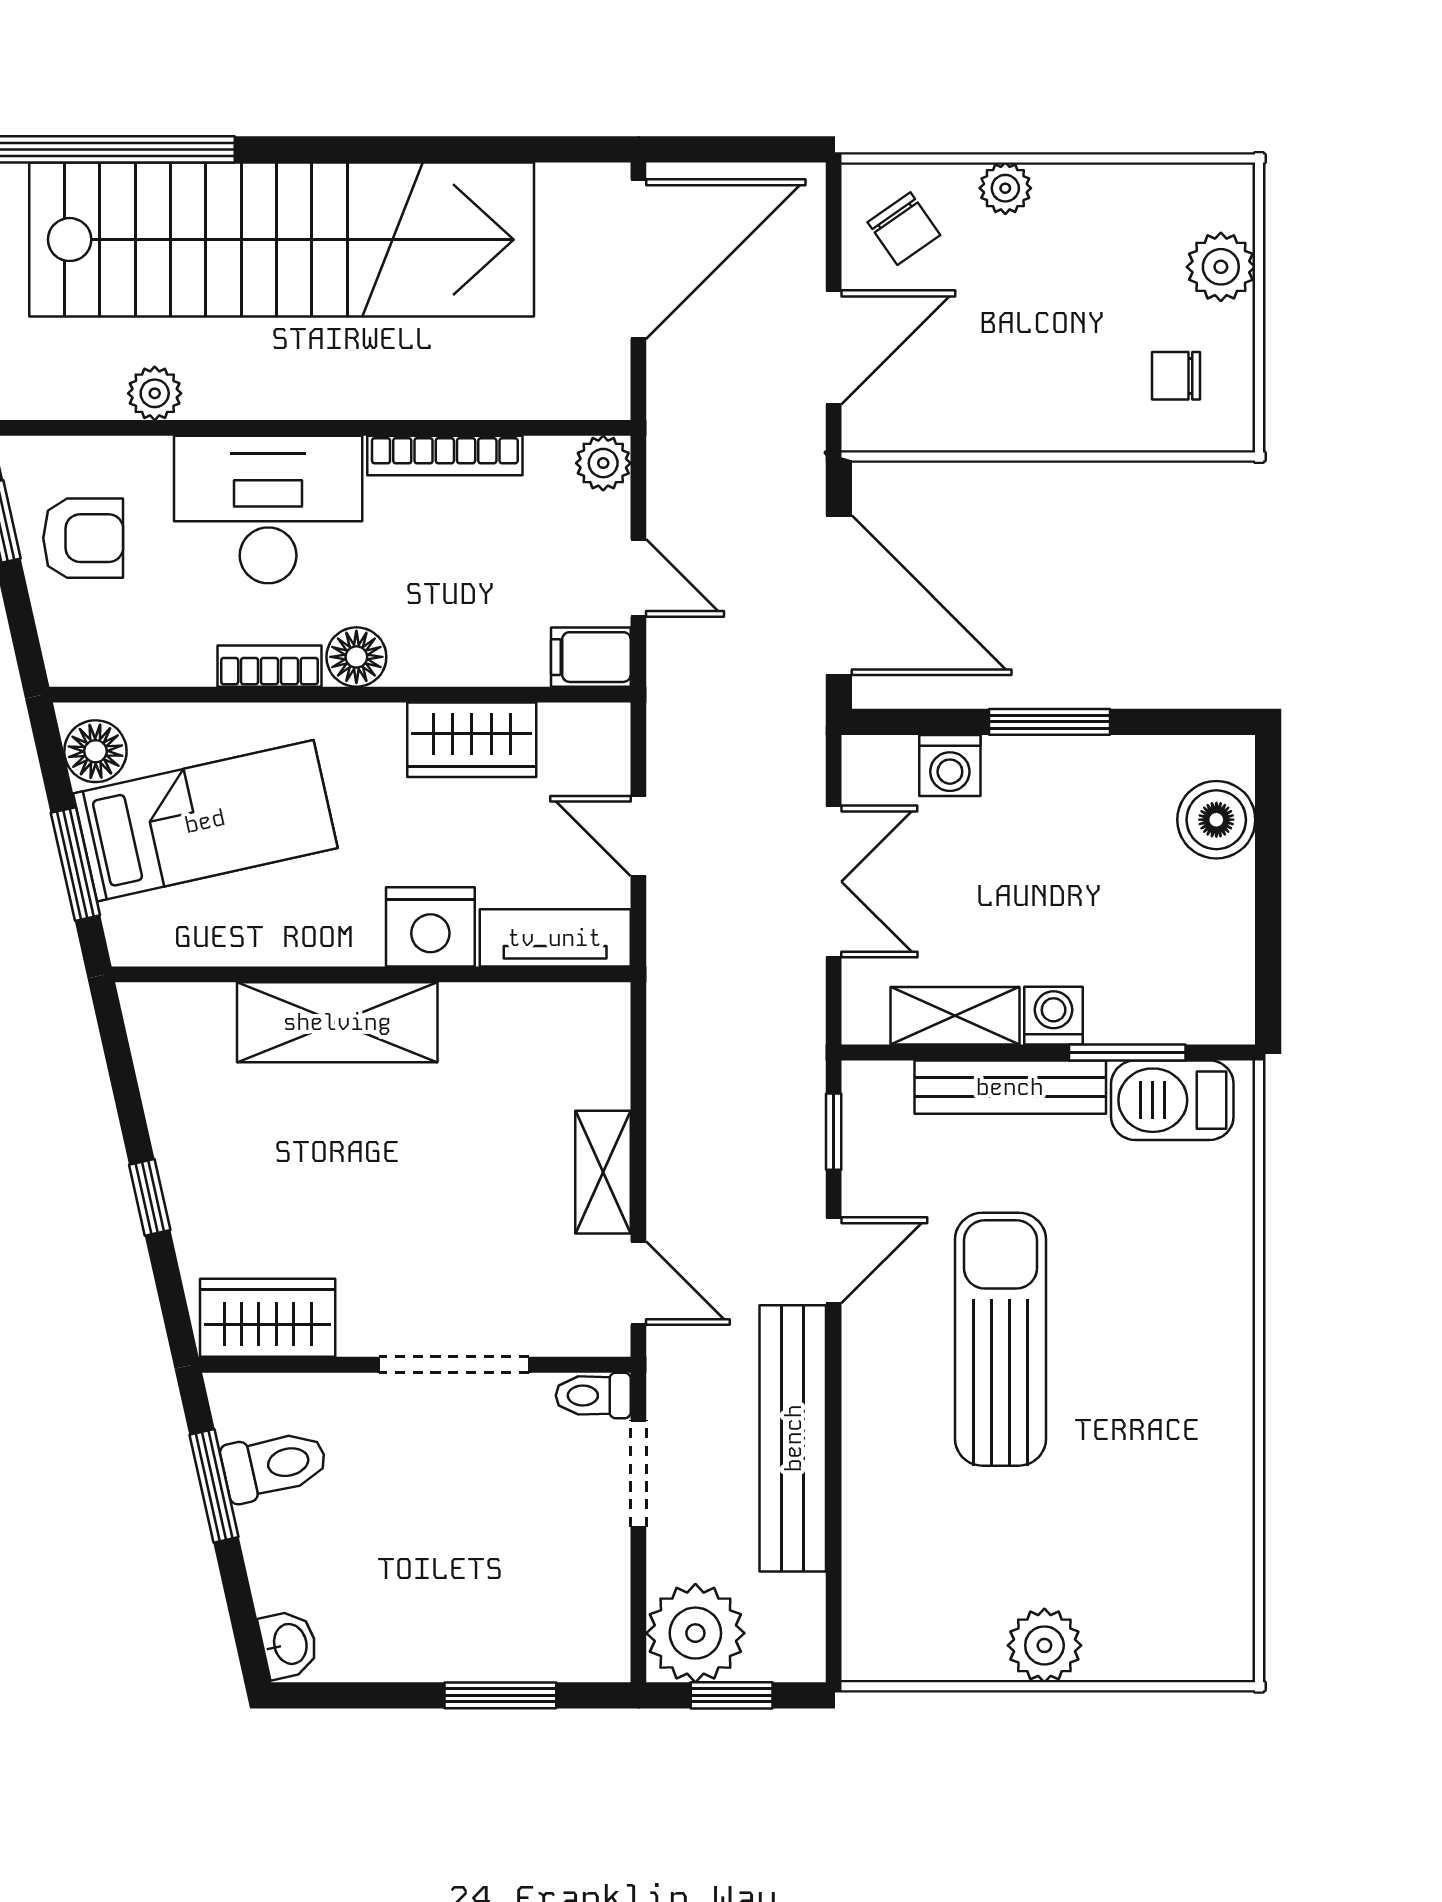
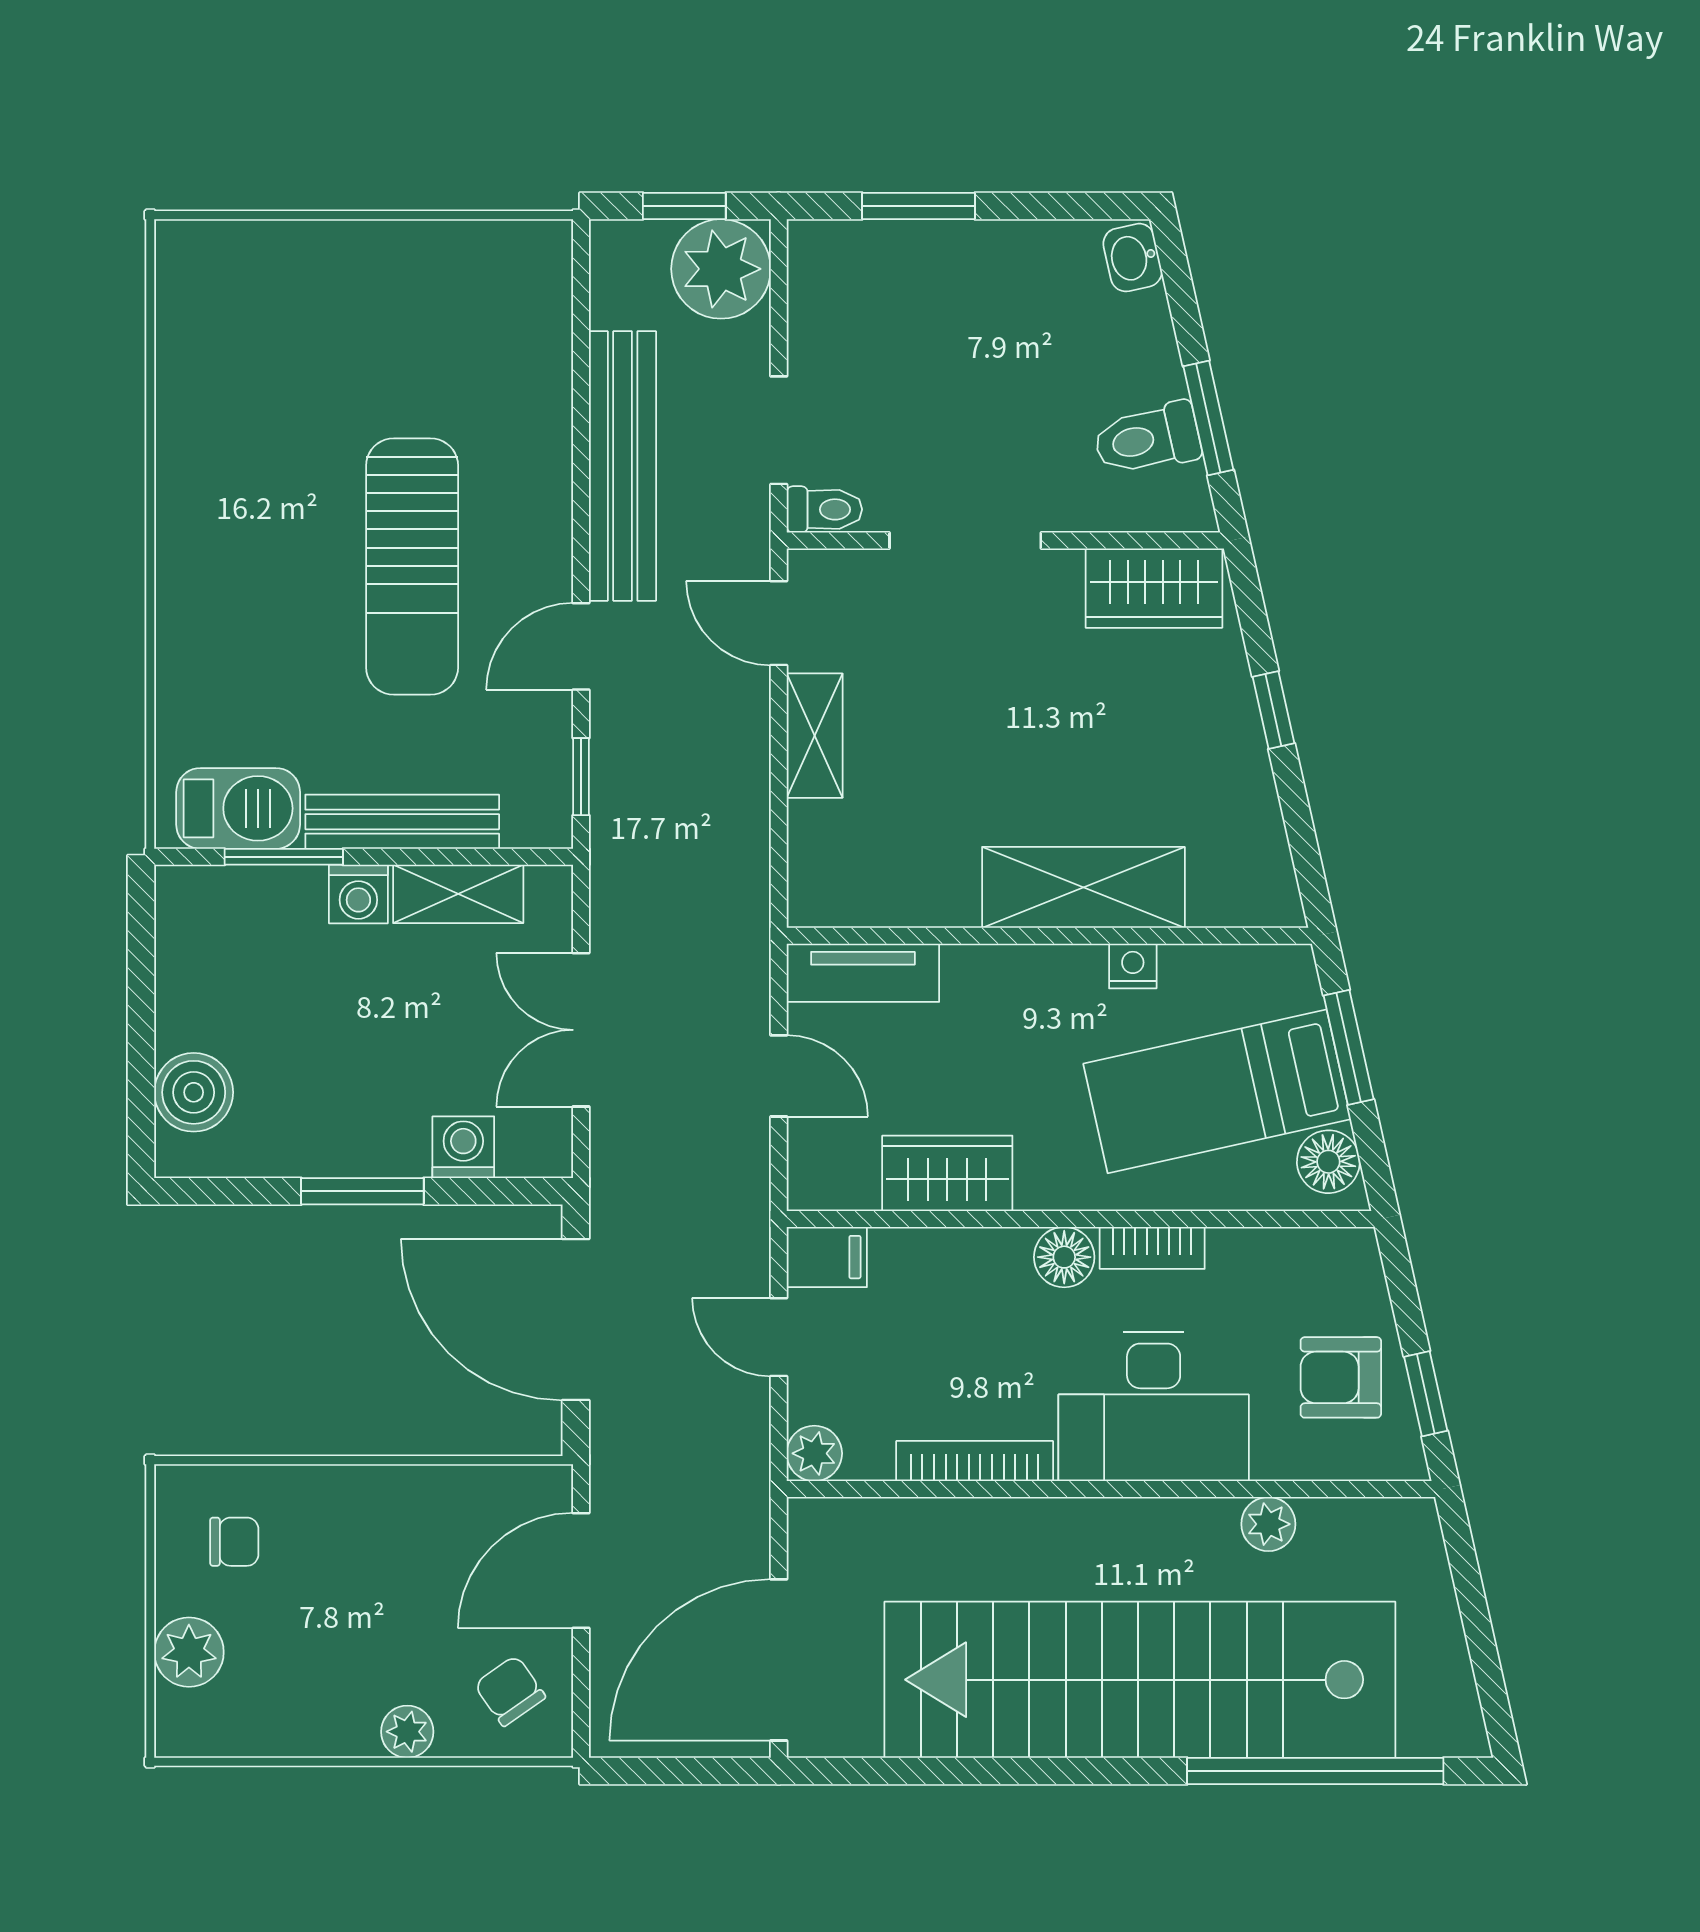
nightstand: (430, 927) -> (1133, 966), moved, width x0.53, depth x0.56
plant: (1044, 1645) -> (368, 256), removed

